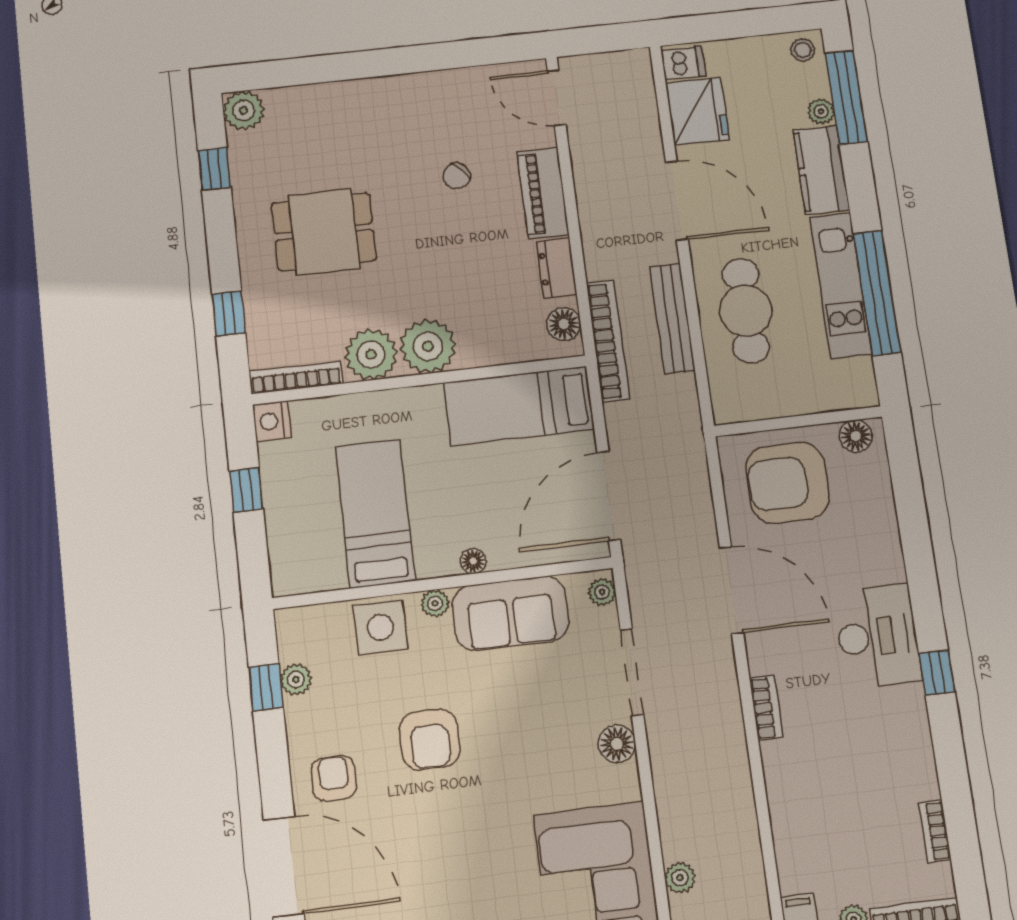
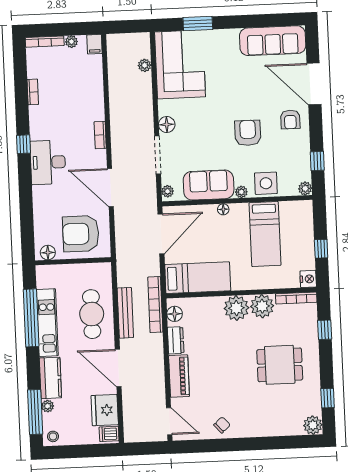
chair: (457, 176) -> (222, 425), moved
armchair: (787, 483) -> (81, 234), turned 180
plant: (296, 680) -> (305, 188), moved
bookcase: (935, 831) -> (33, 92), moved

